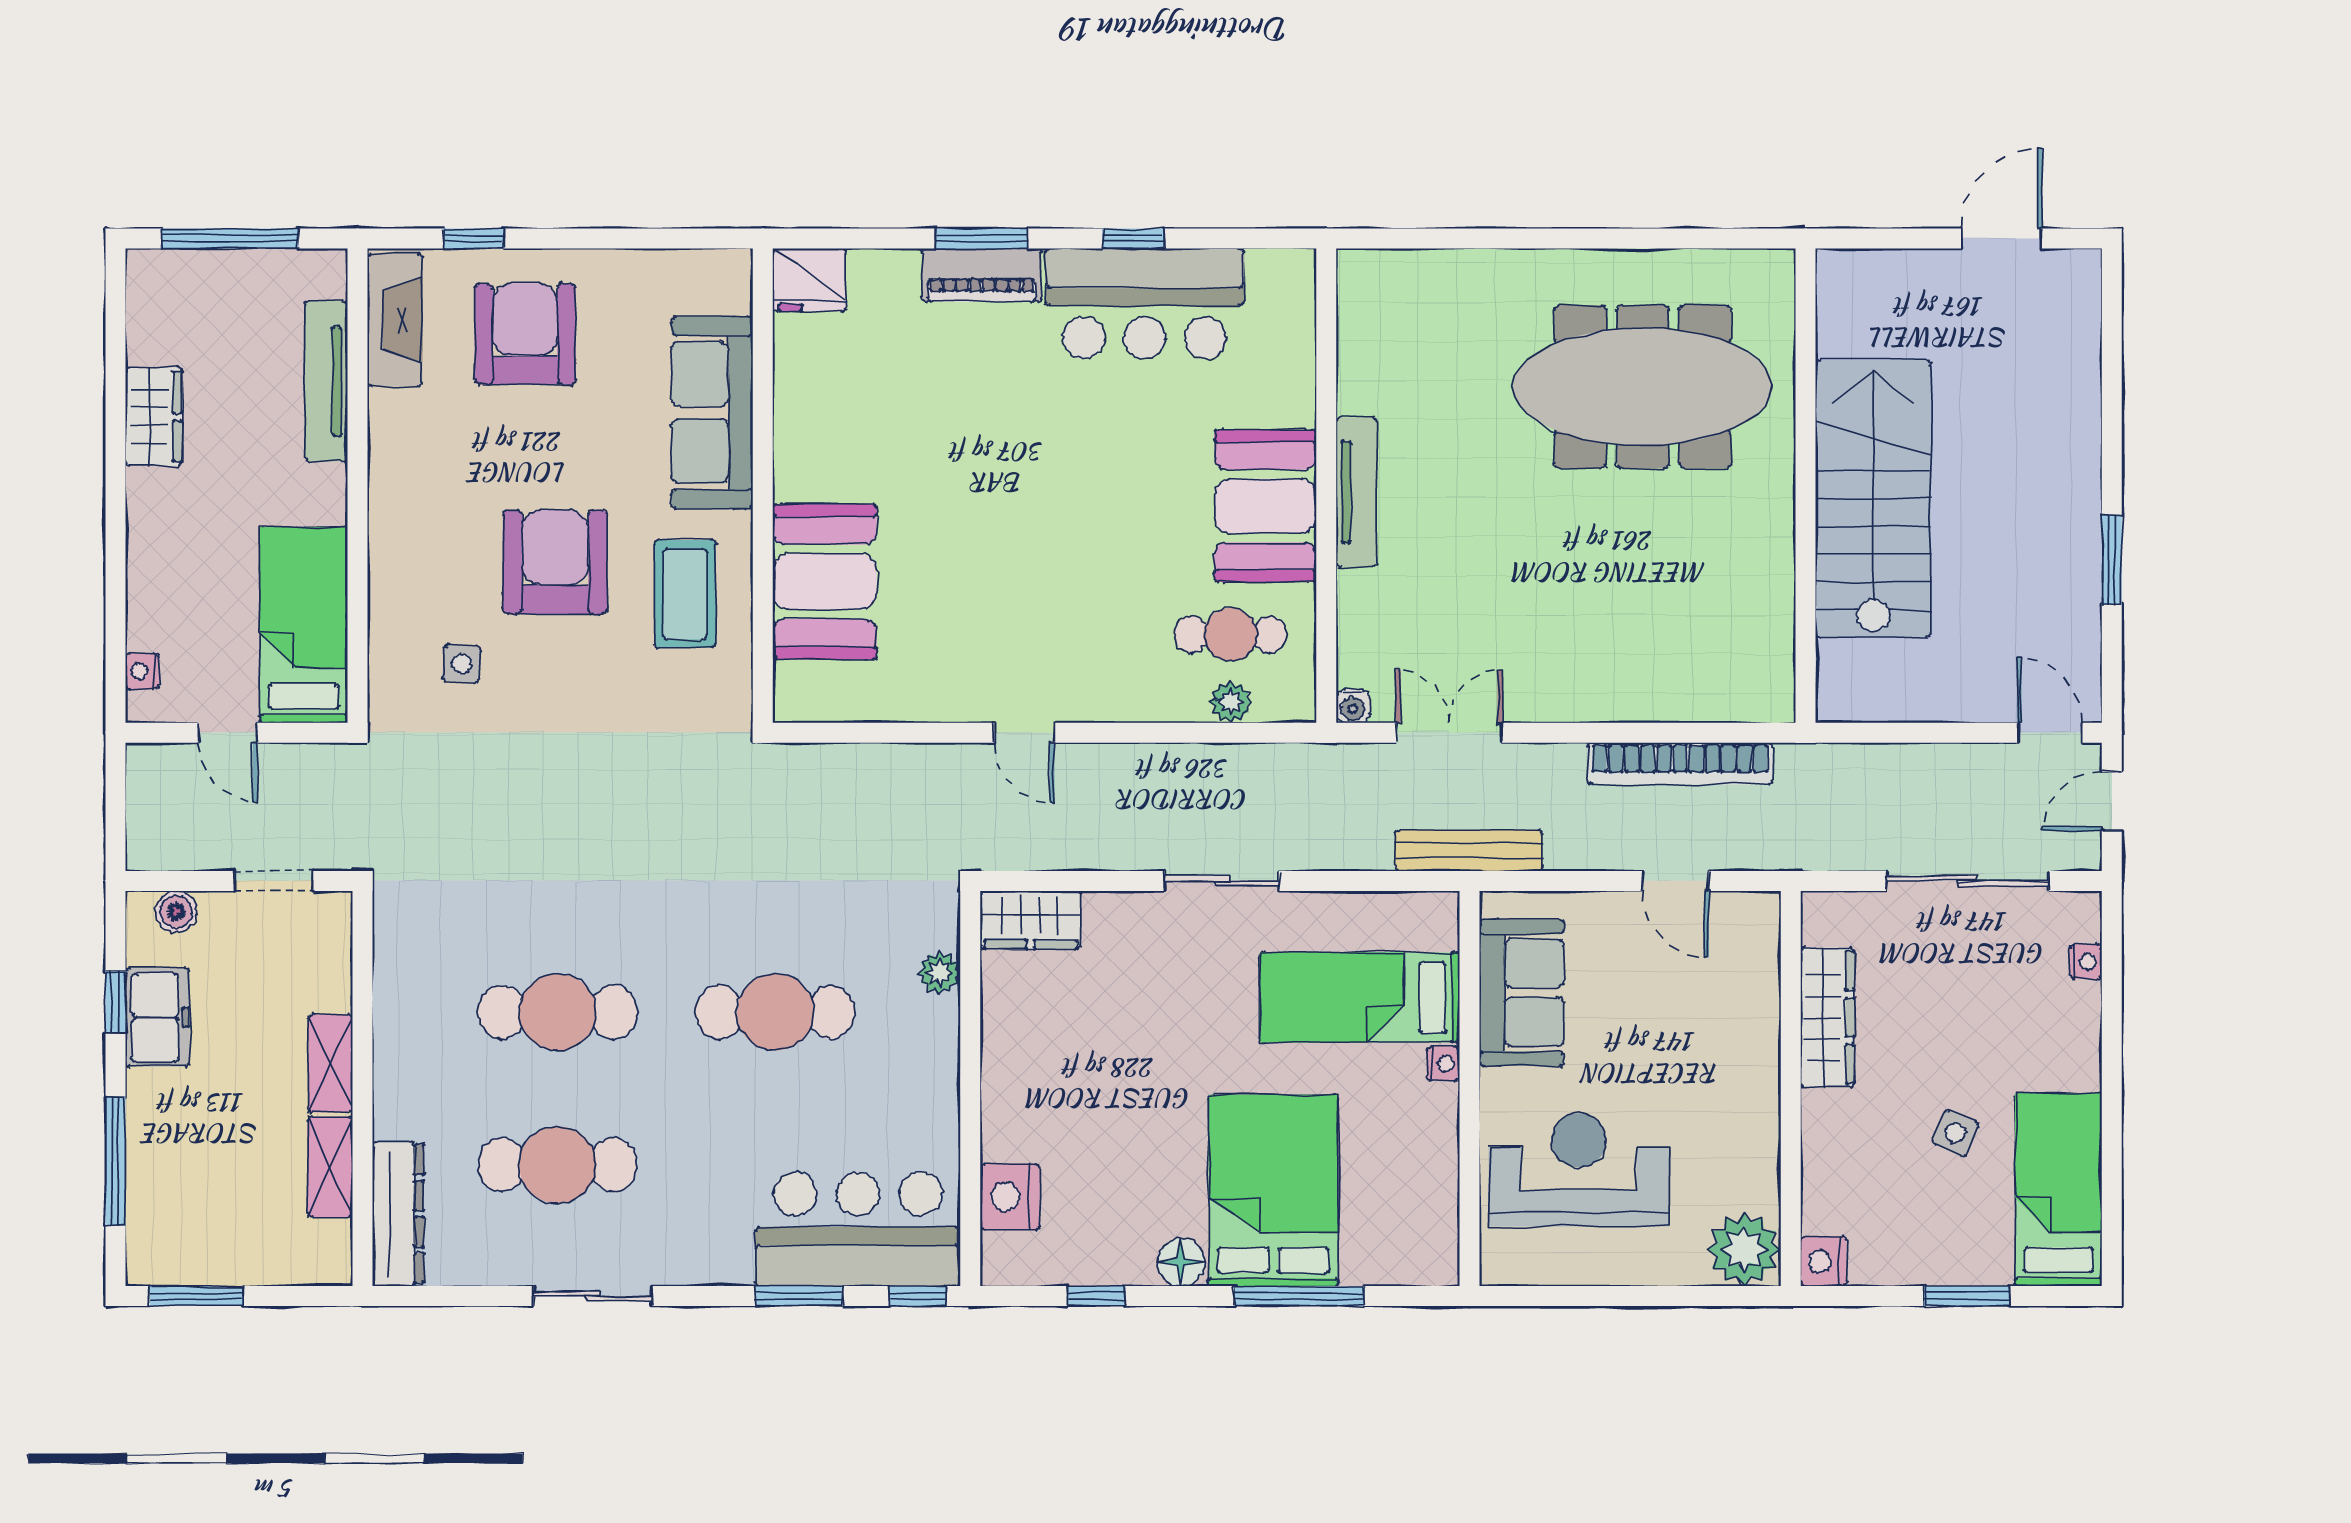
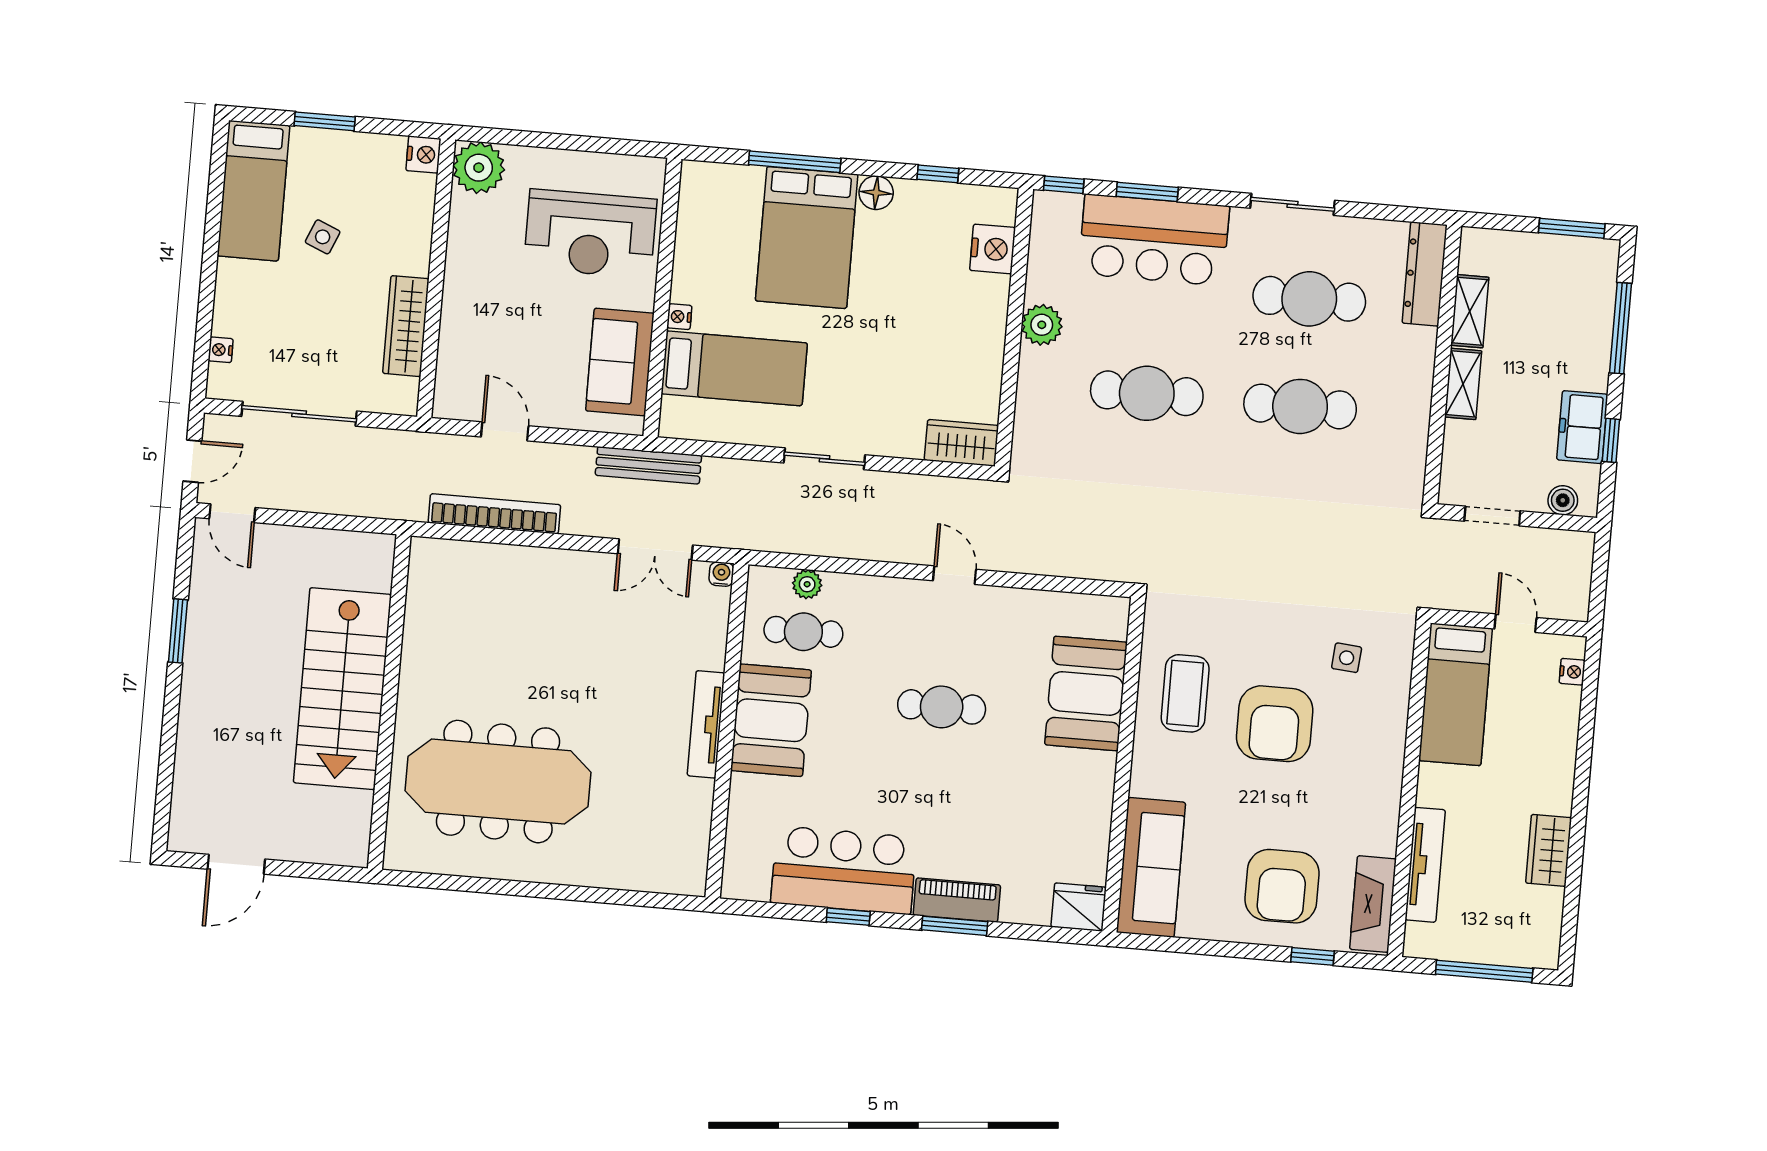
sofa: (712, 413) -> (1151, 867), moved
cafe table: (1027, 545) -> (942, 707), added
plant: (939, 973) -> (1042, 325), moved, width x1.38, depth x1.38
bar counter: (858, 1229) -> (1154, 240), moved

